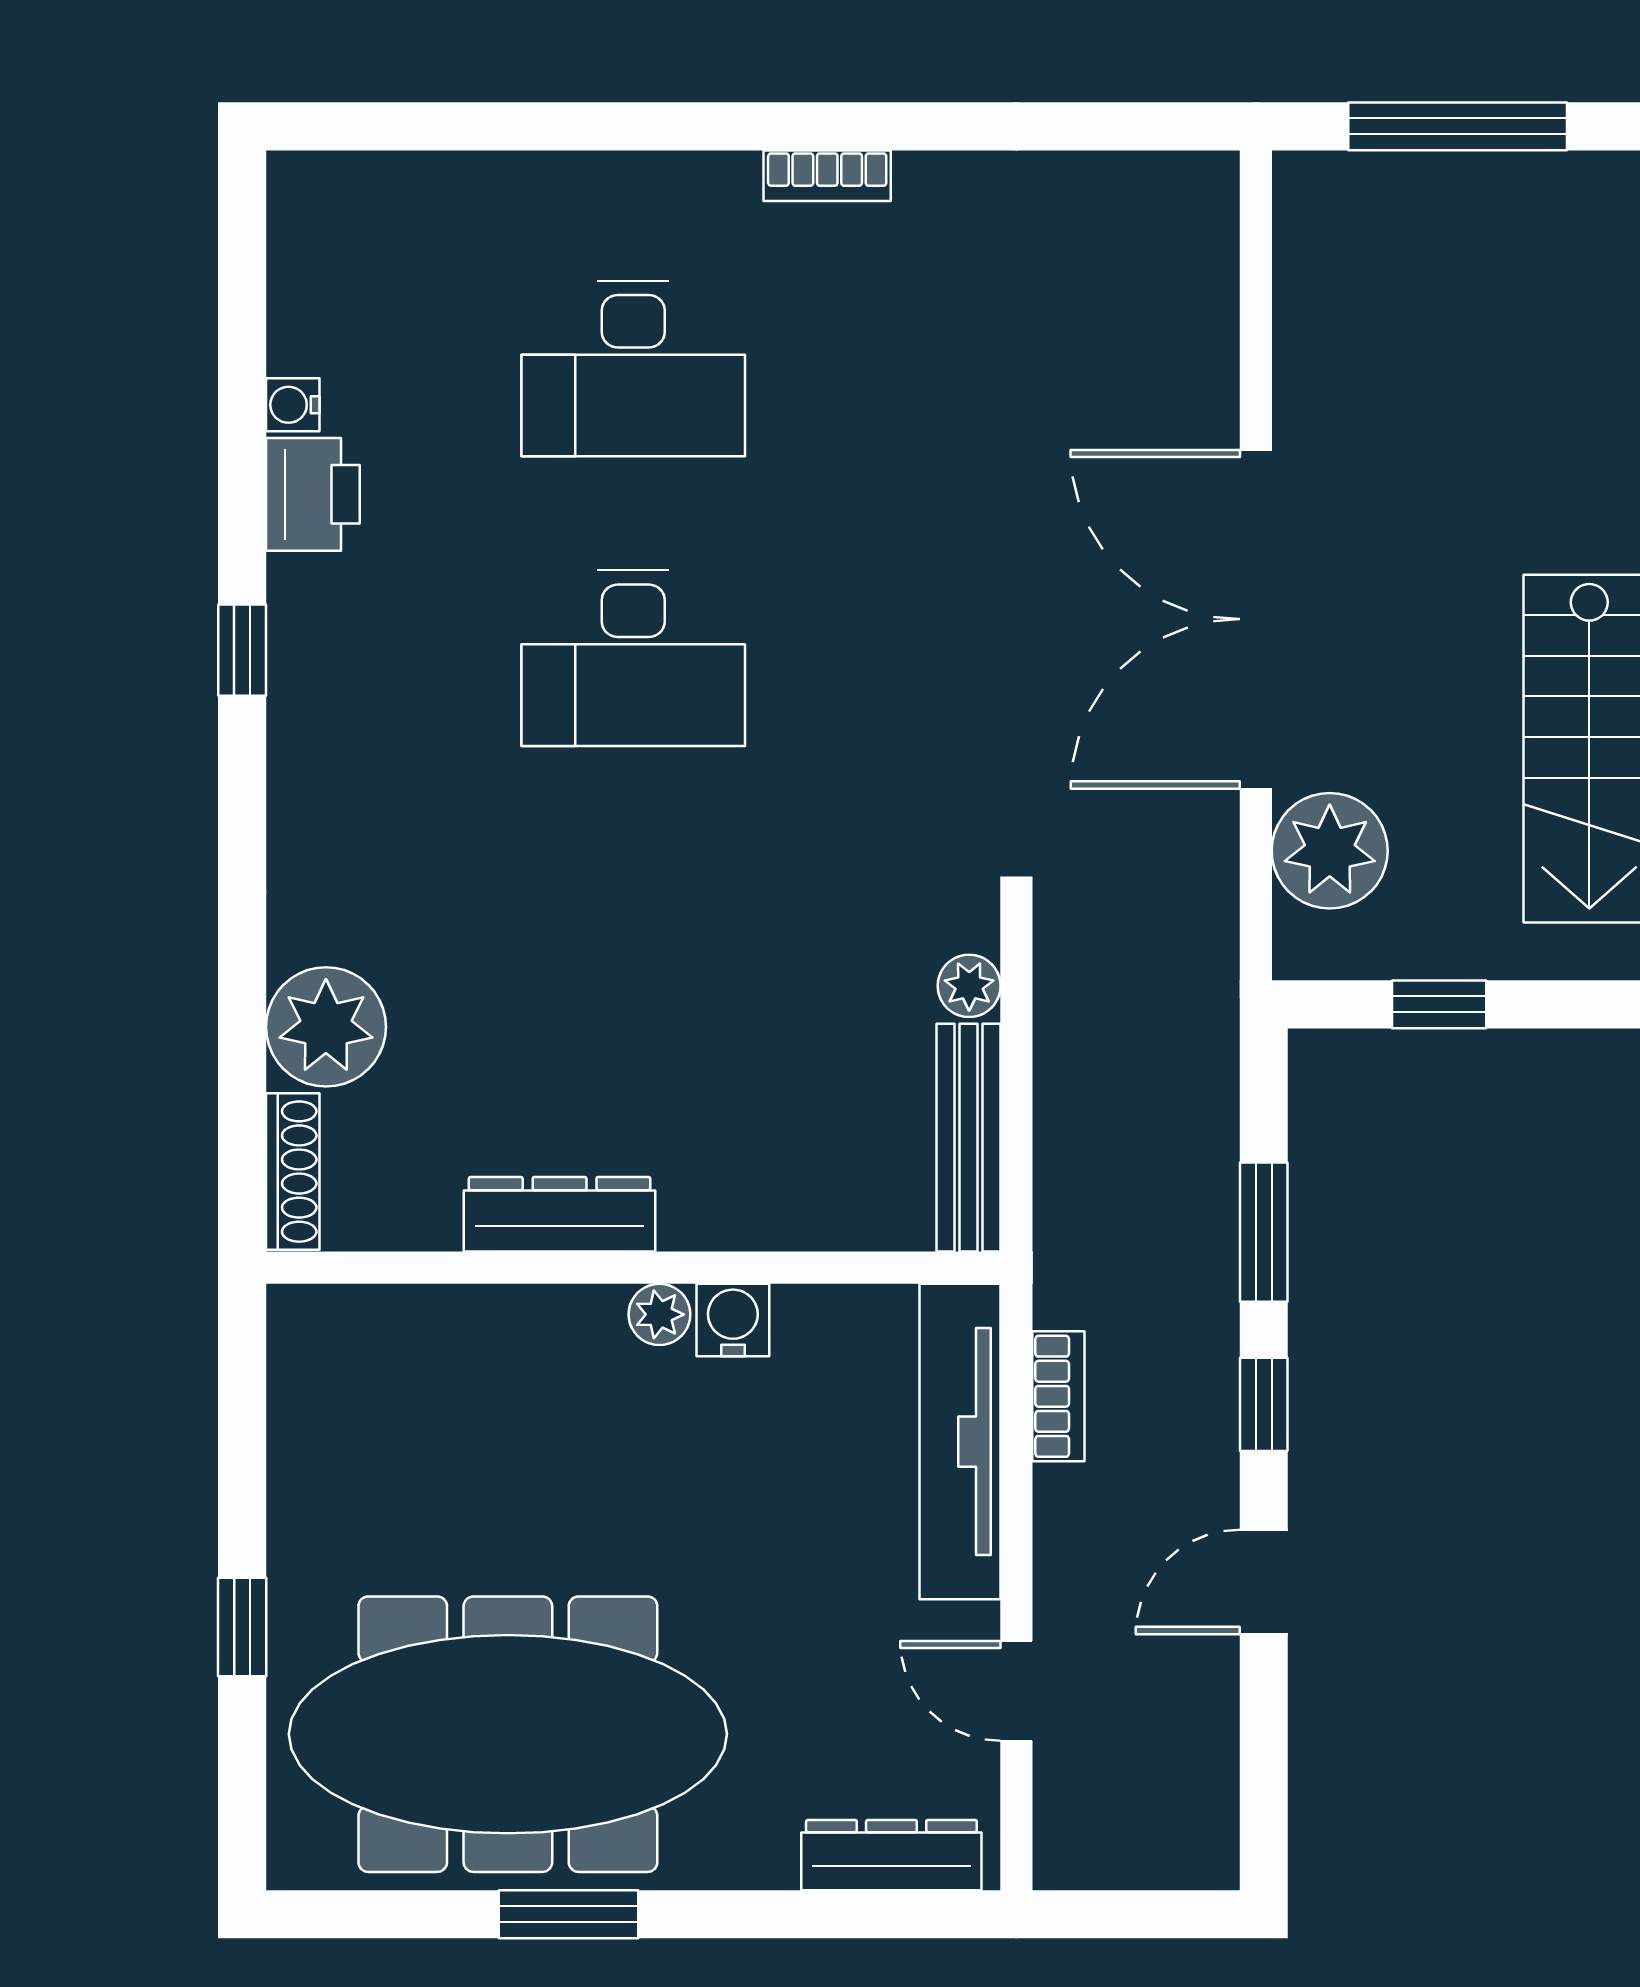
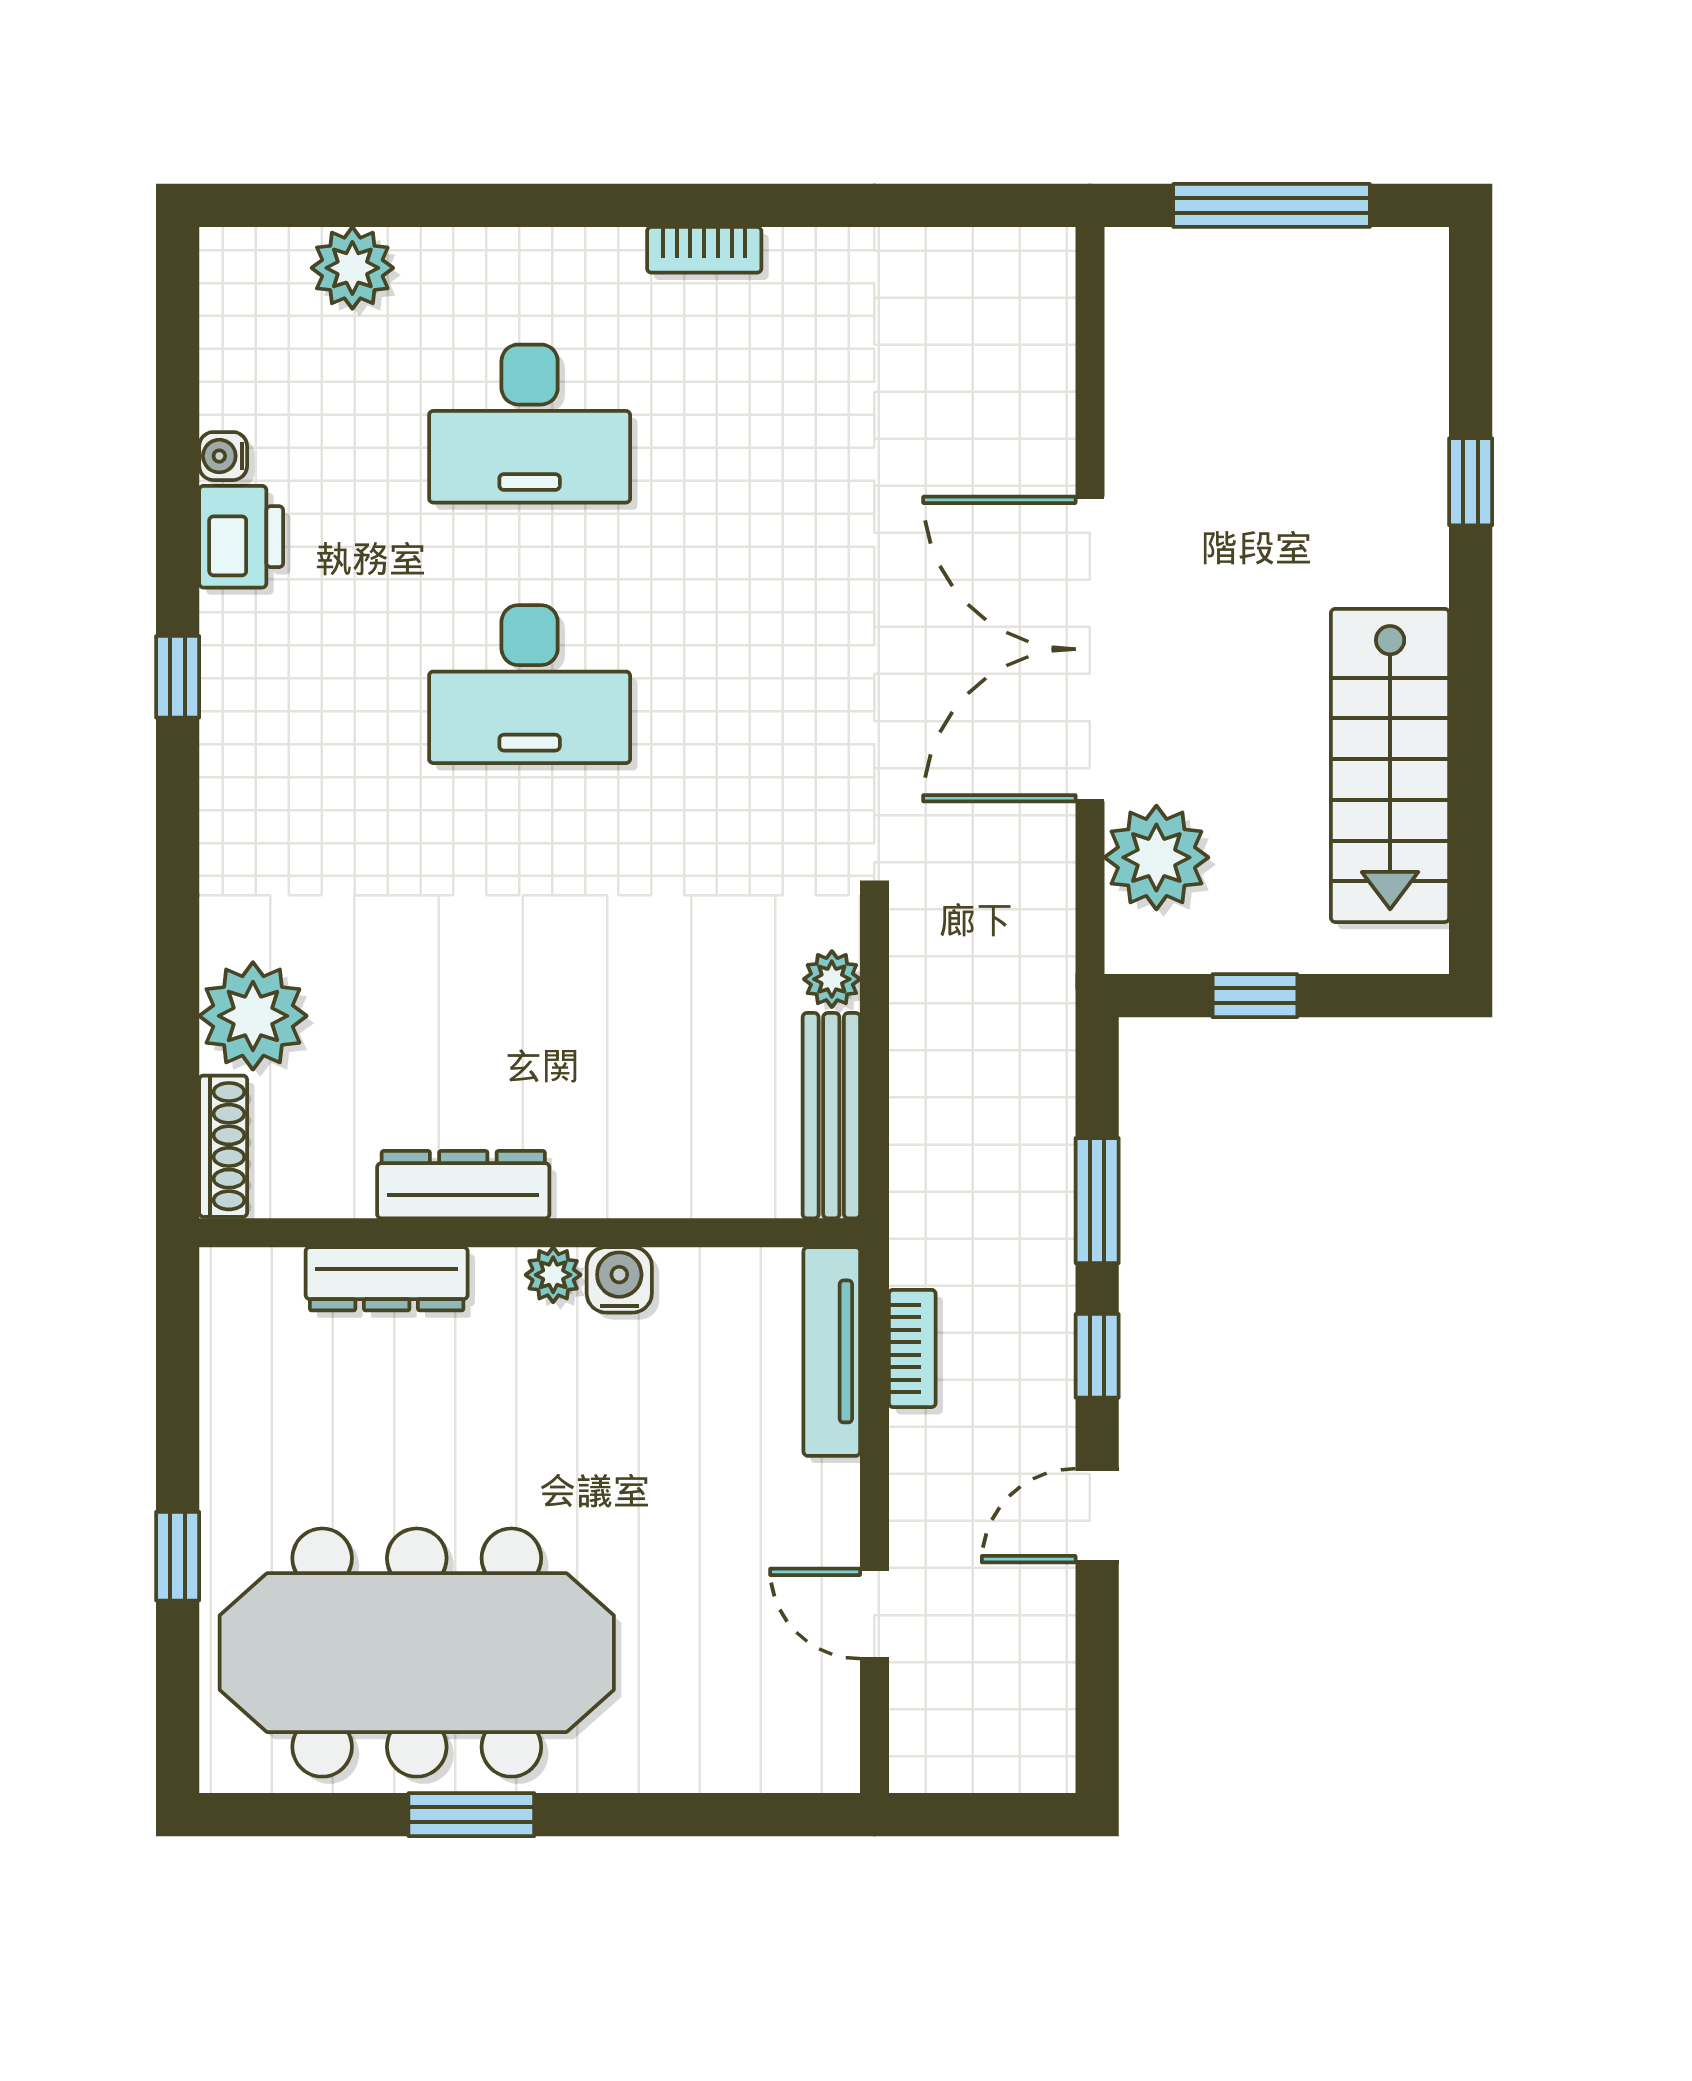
plant: (436, 196) -> (352, 268), added
tv unit: (960, 1442) -> (832, 1351), width x0.73, depth x0.78
dresser: (891, 1855) -> (387, 1279), moved, turned 180

